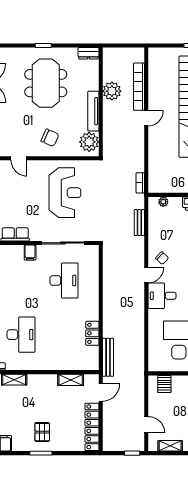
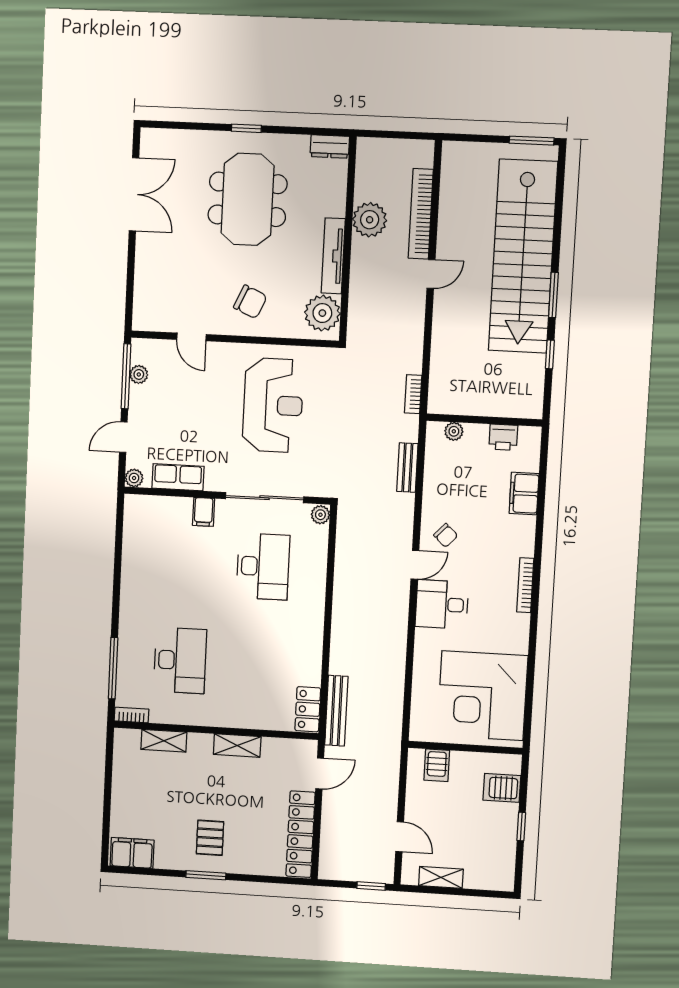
plant: (94, 251) -> (320, 515), added
locker: (92, 333) -> (308, 709), moved
shelving: (71, 380) -> (237, 746), moved

